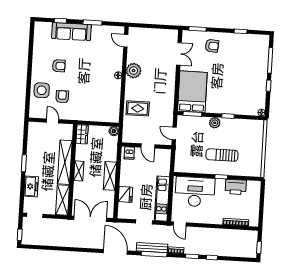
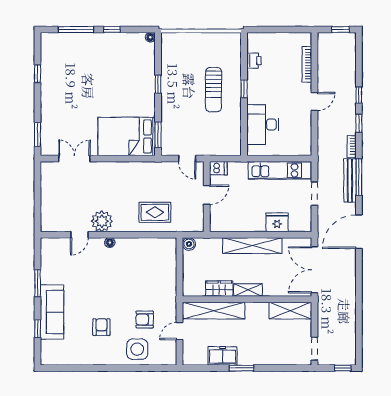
door: (126, 41) -> (79, 235), moved
armchair: (212, 46) -> (60, 113), removed
rug: (138, 108) -> (155, 212), turned 90
plant: (215, 123) -> (169, 102), removed
door: (174, 133) -> (187, 159), hinge flipped
wardrobe: (82, 134) -> (219, 289), moved
dishwasher: (129, 153) -> (218, 168), moved
shelving: (65, 162) -> (214, 311), moved
shelving: (110, 176) -> (252, 246), width x1.47
freezer: (31, 186) -> (223, 356), moved
printer: (236, 187) -> (254, 61), width x0.53, depth x0.68
desk: (195, 192) -> (263, 125), width x0.73, depth x0.77
door: (180, 224) -> (314, 102), moved

